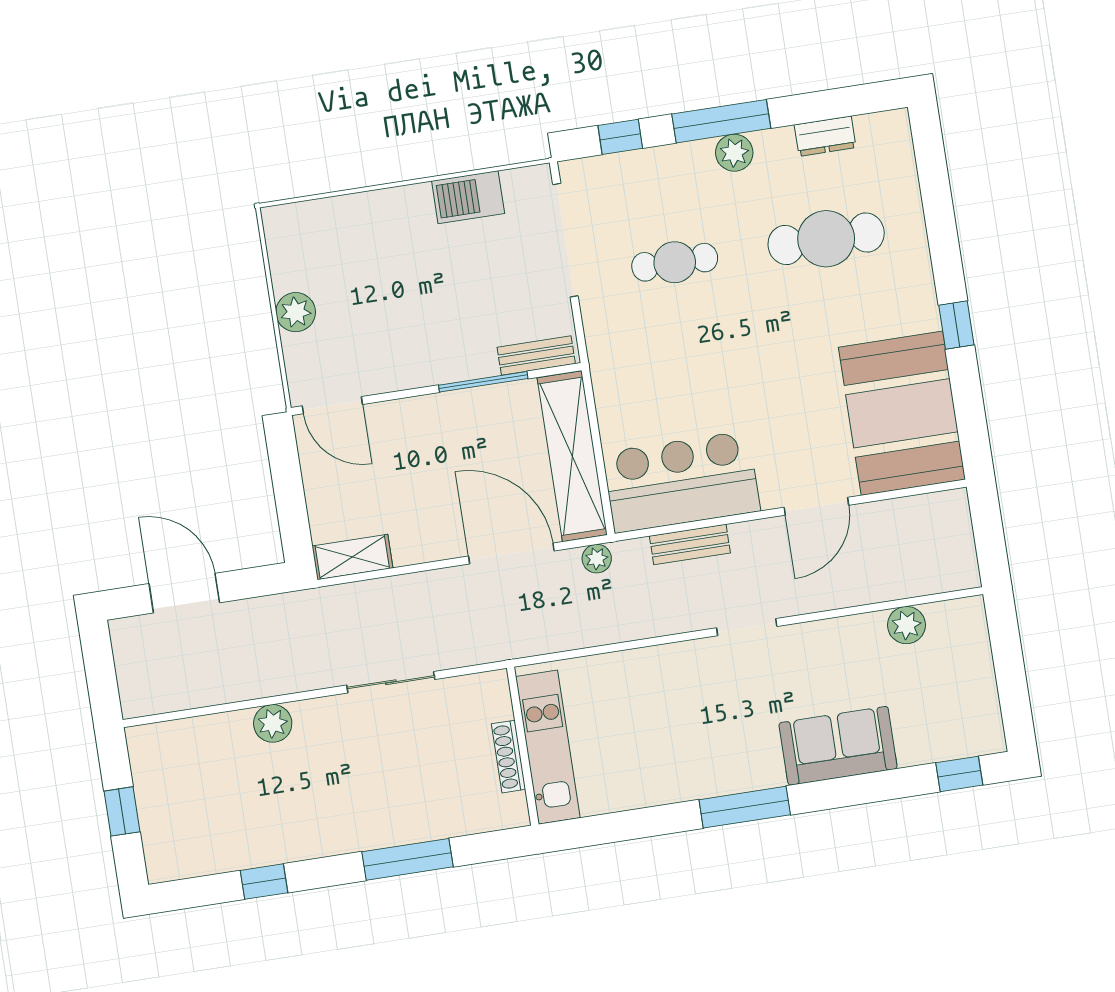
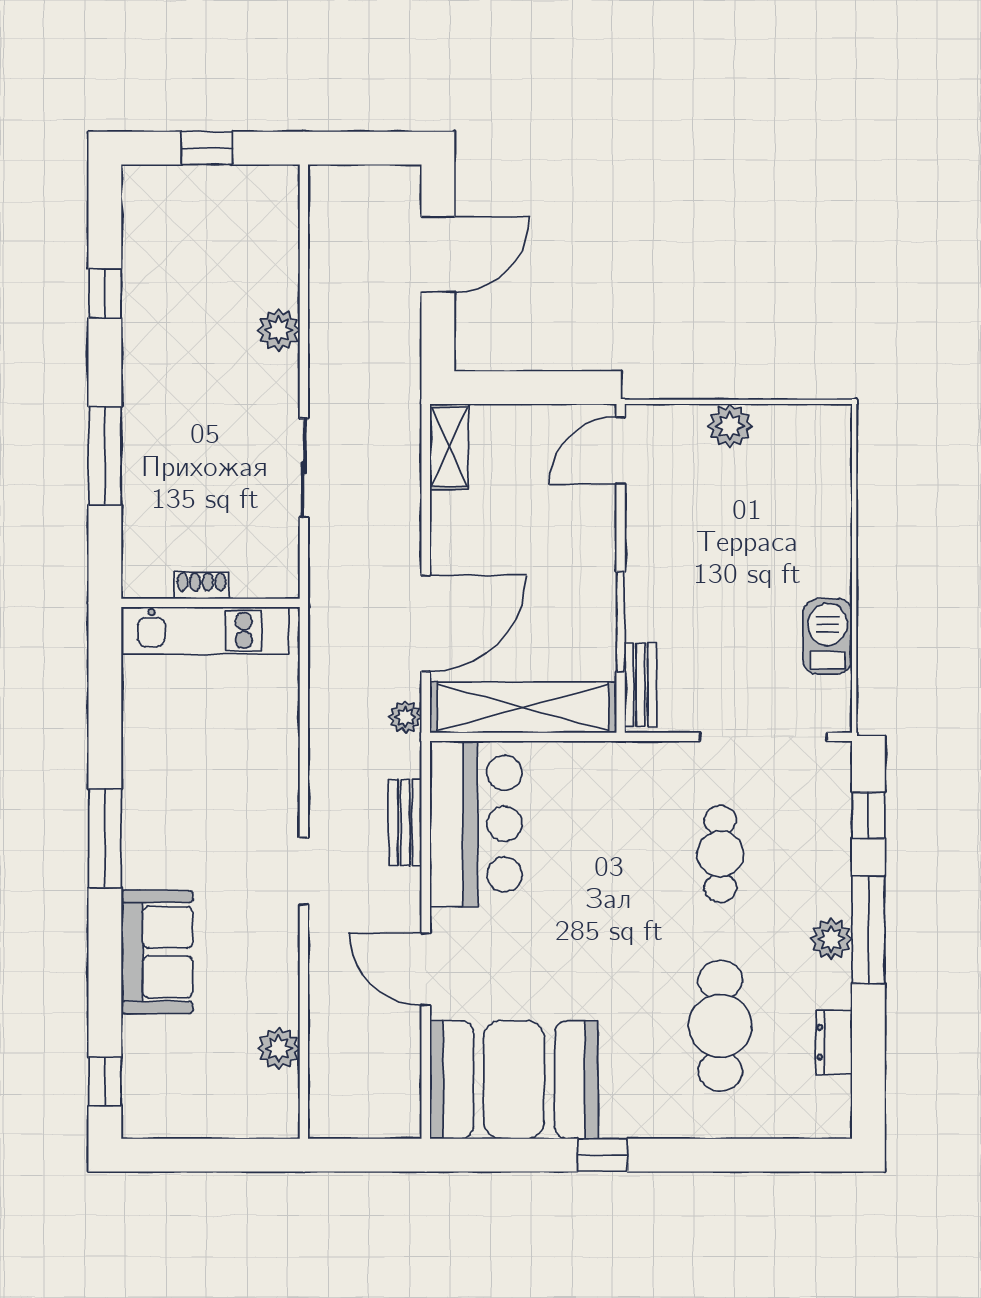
shoe rack: (509, 757) -> (201, 585), width x0.70

